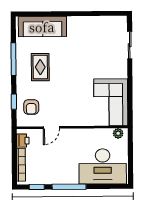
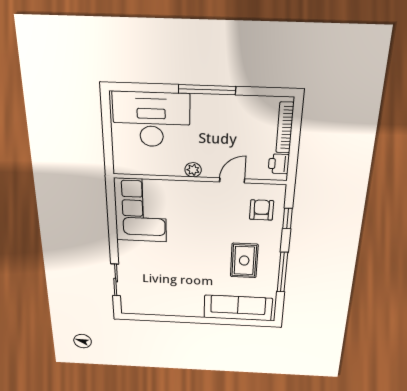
plant: (118, 133) -> (193, 170), moved
window: (37, 187) -> (261, 92), removed

